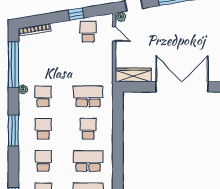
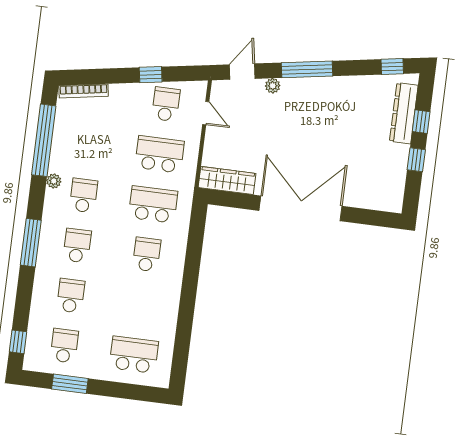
plant: (121, 17) -> (273, 86), moved
school desk: (88, 161) -> (160, 154), moved

